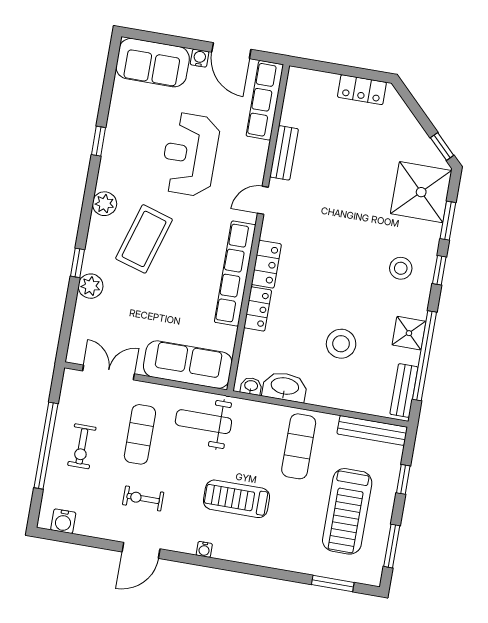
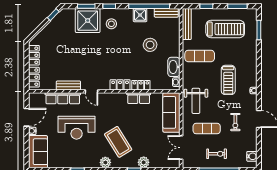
locker: (315, 82) -> (34, 77), added
row of seats: (265, 100) -> (63, 98), moved
shower: (421, 192) -> (88, 21), moved
coffee table: (144, 239) -> (118, 142), turned 41
row of seats: (235, 274) -> (139, 98), width x0.50

